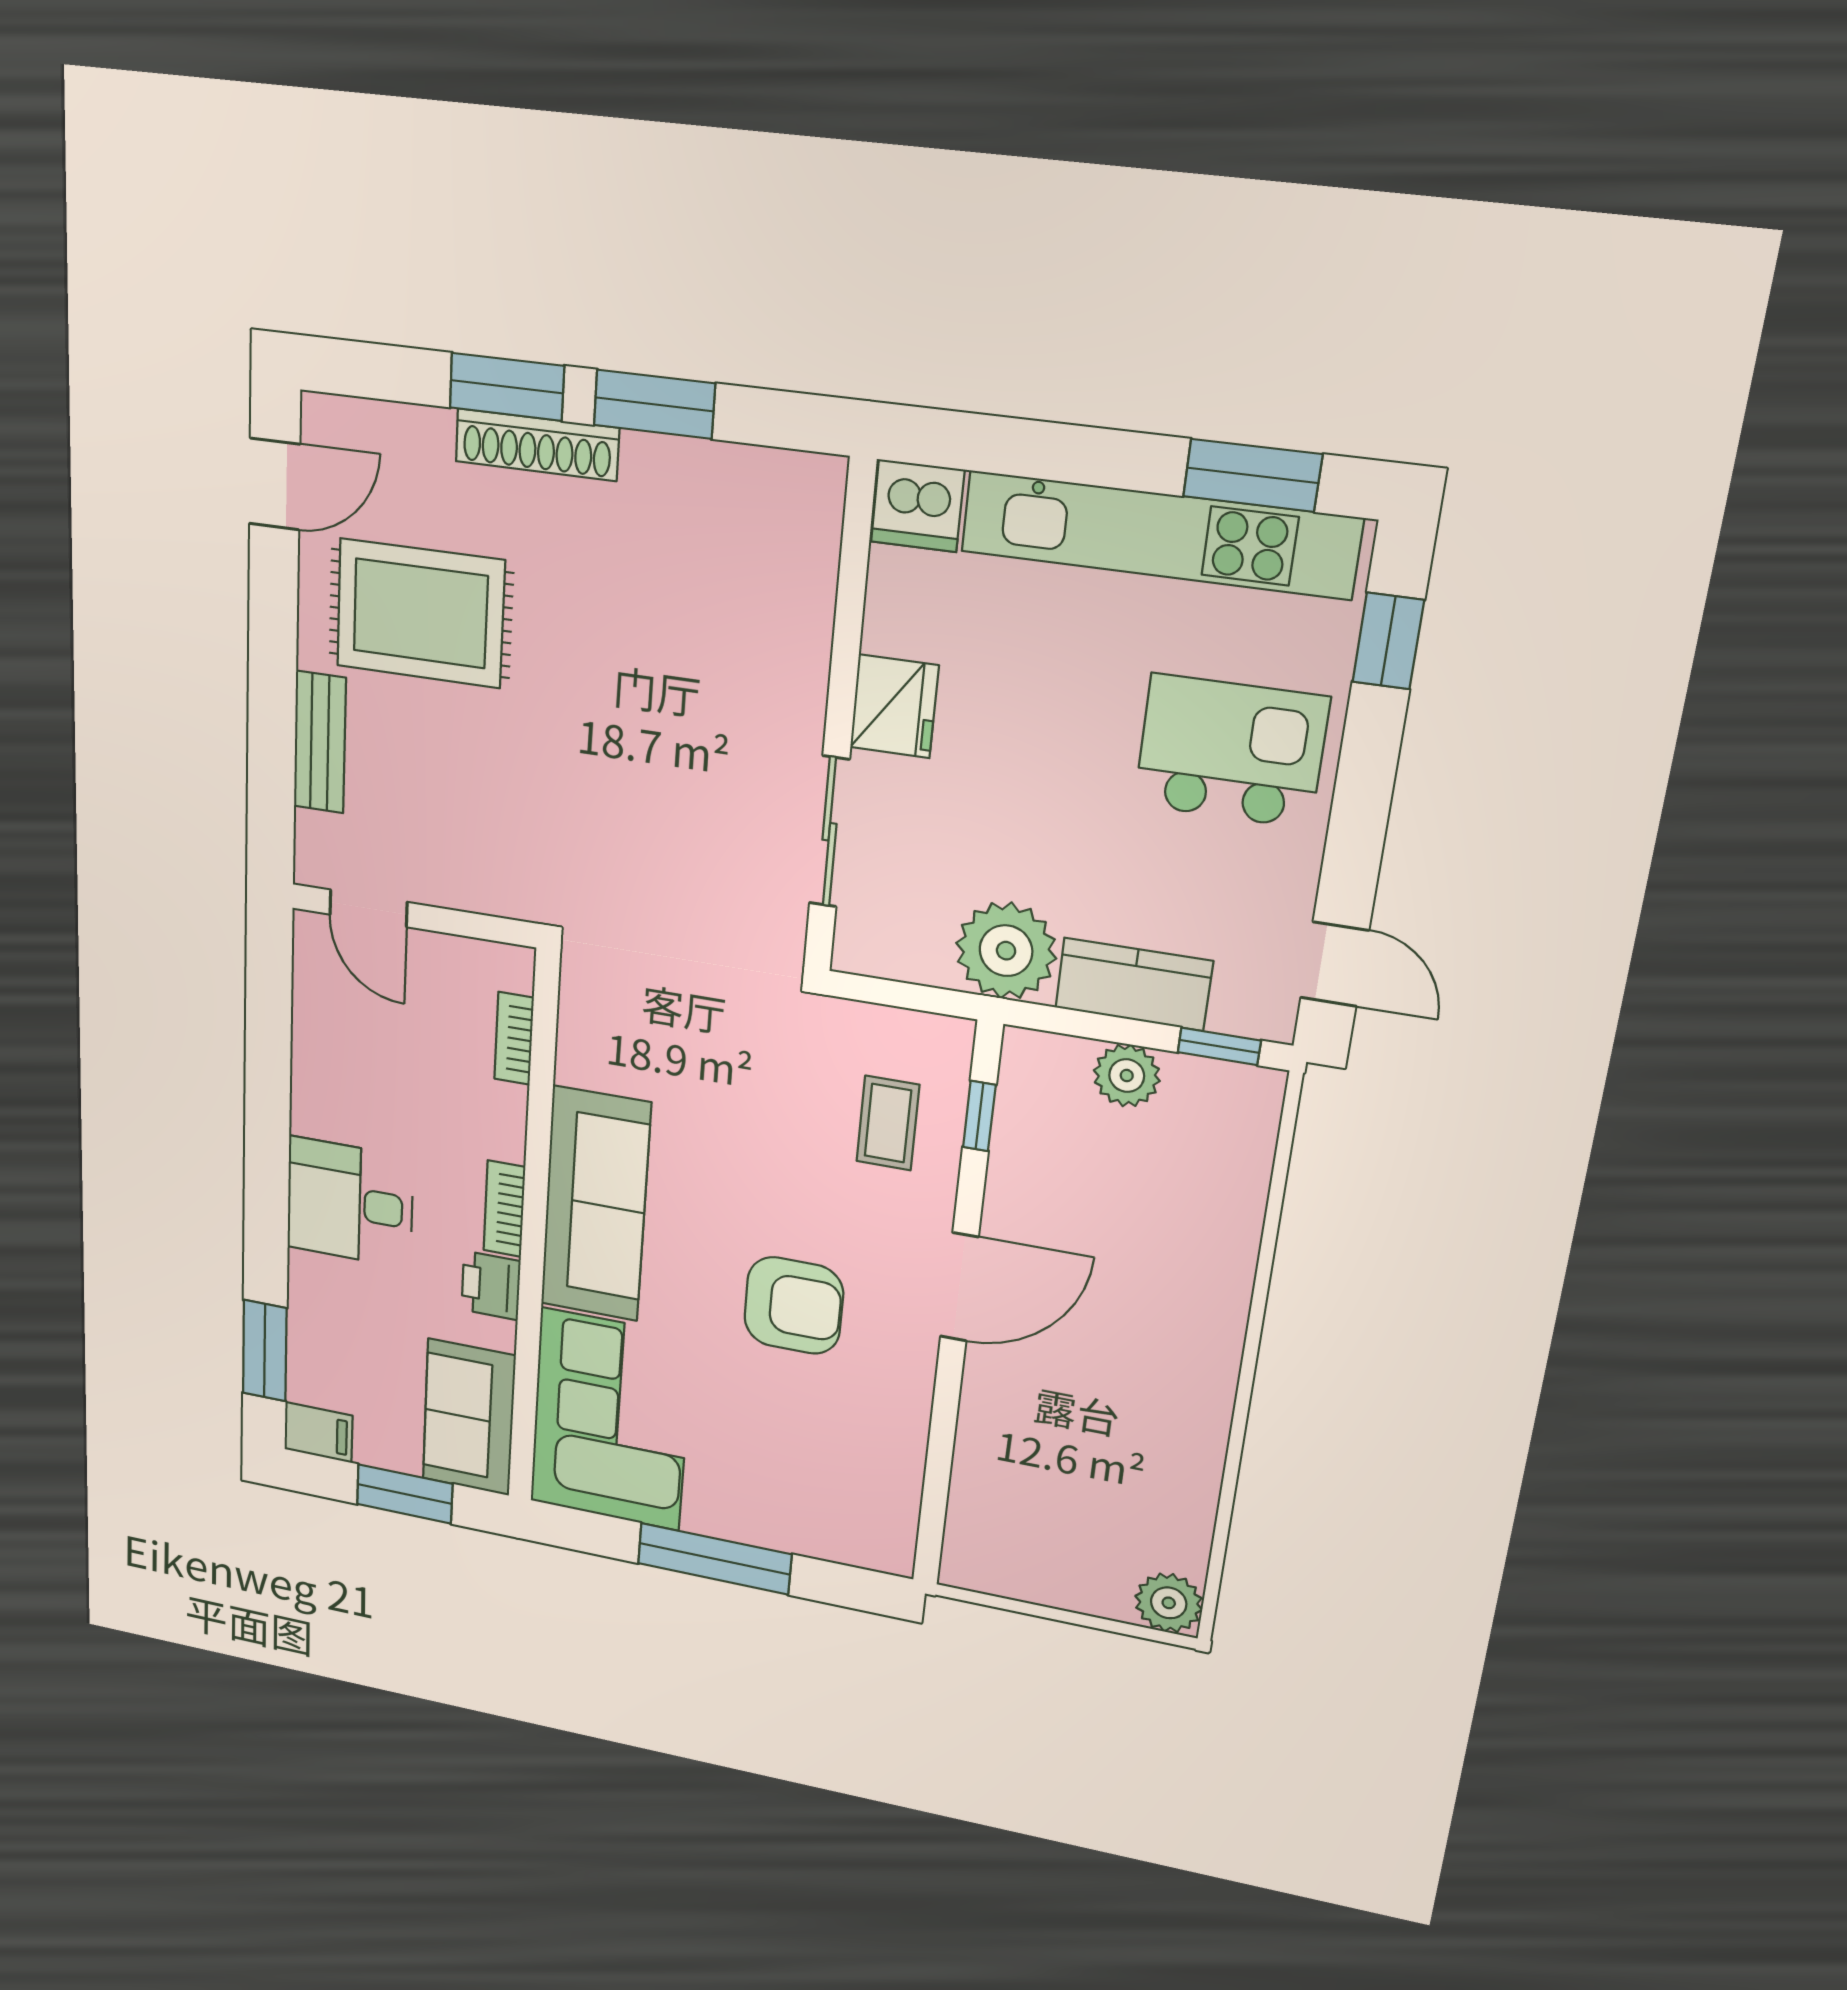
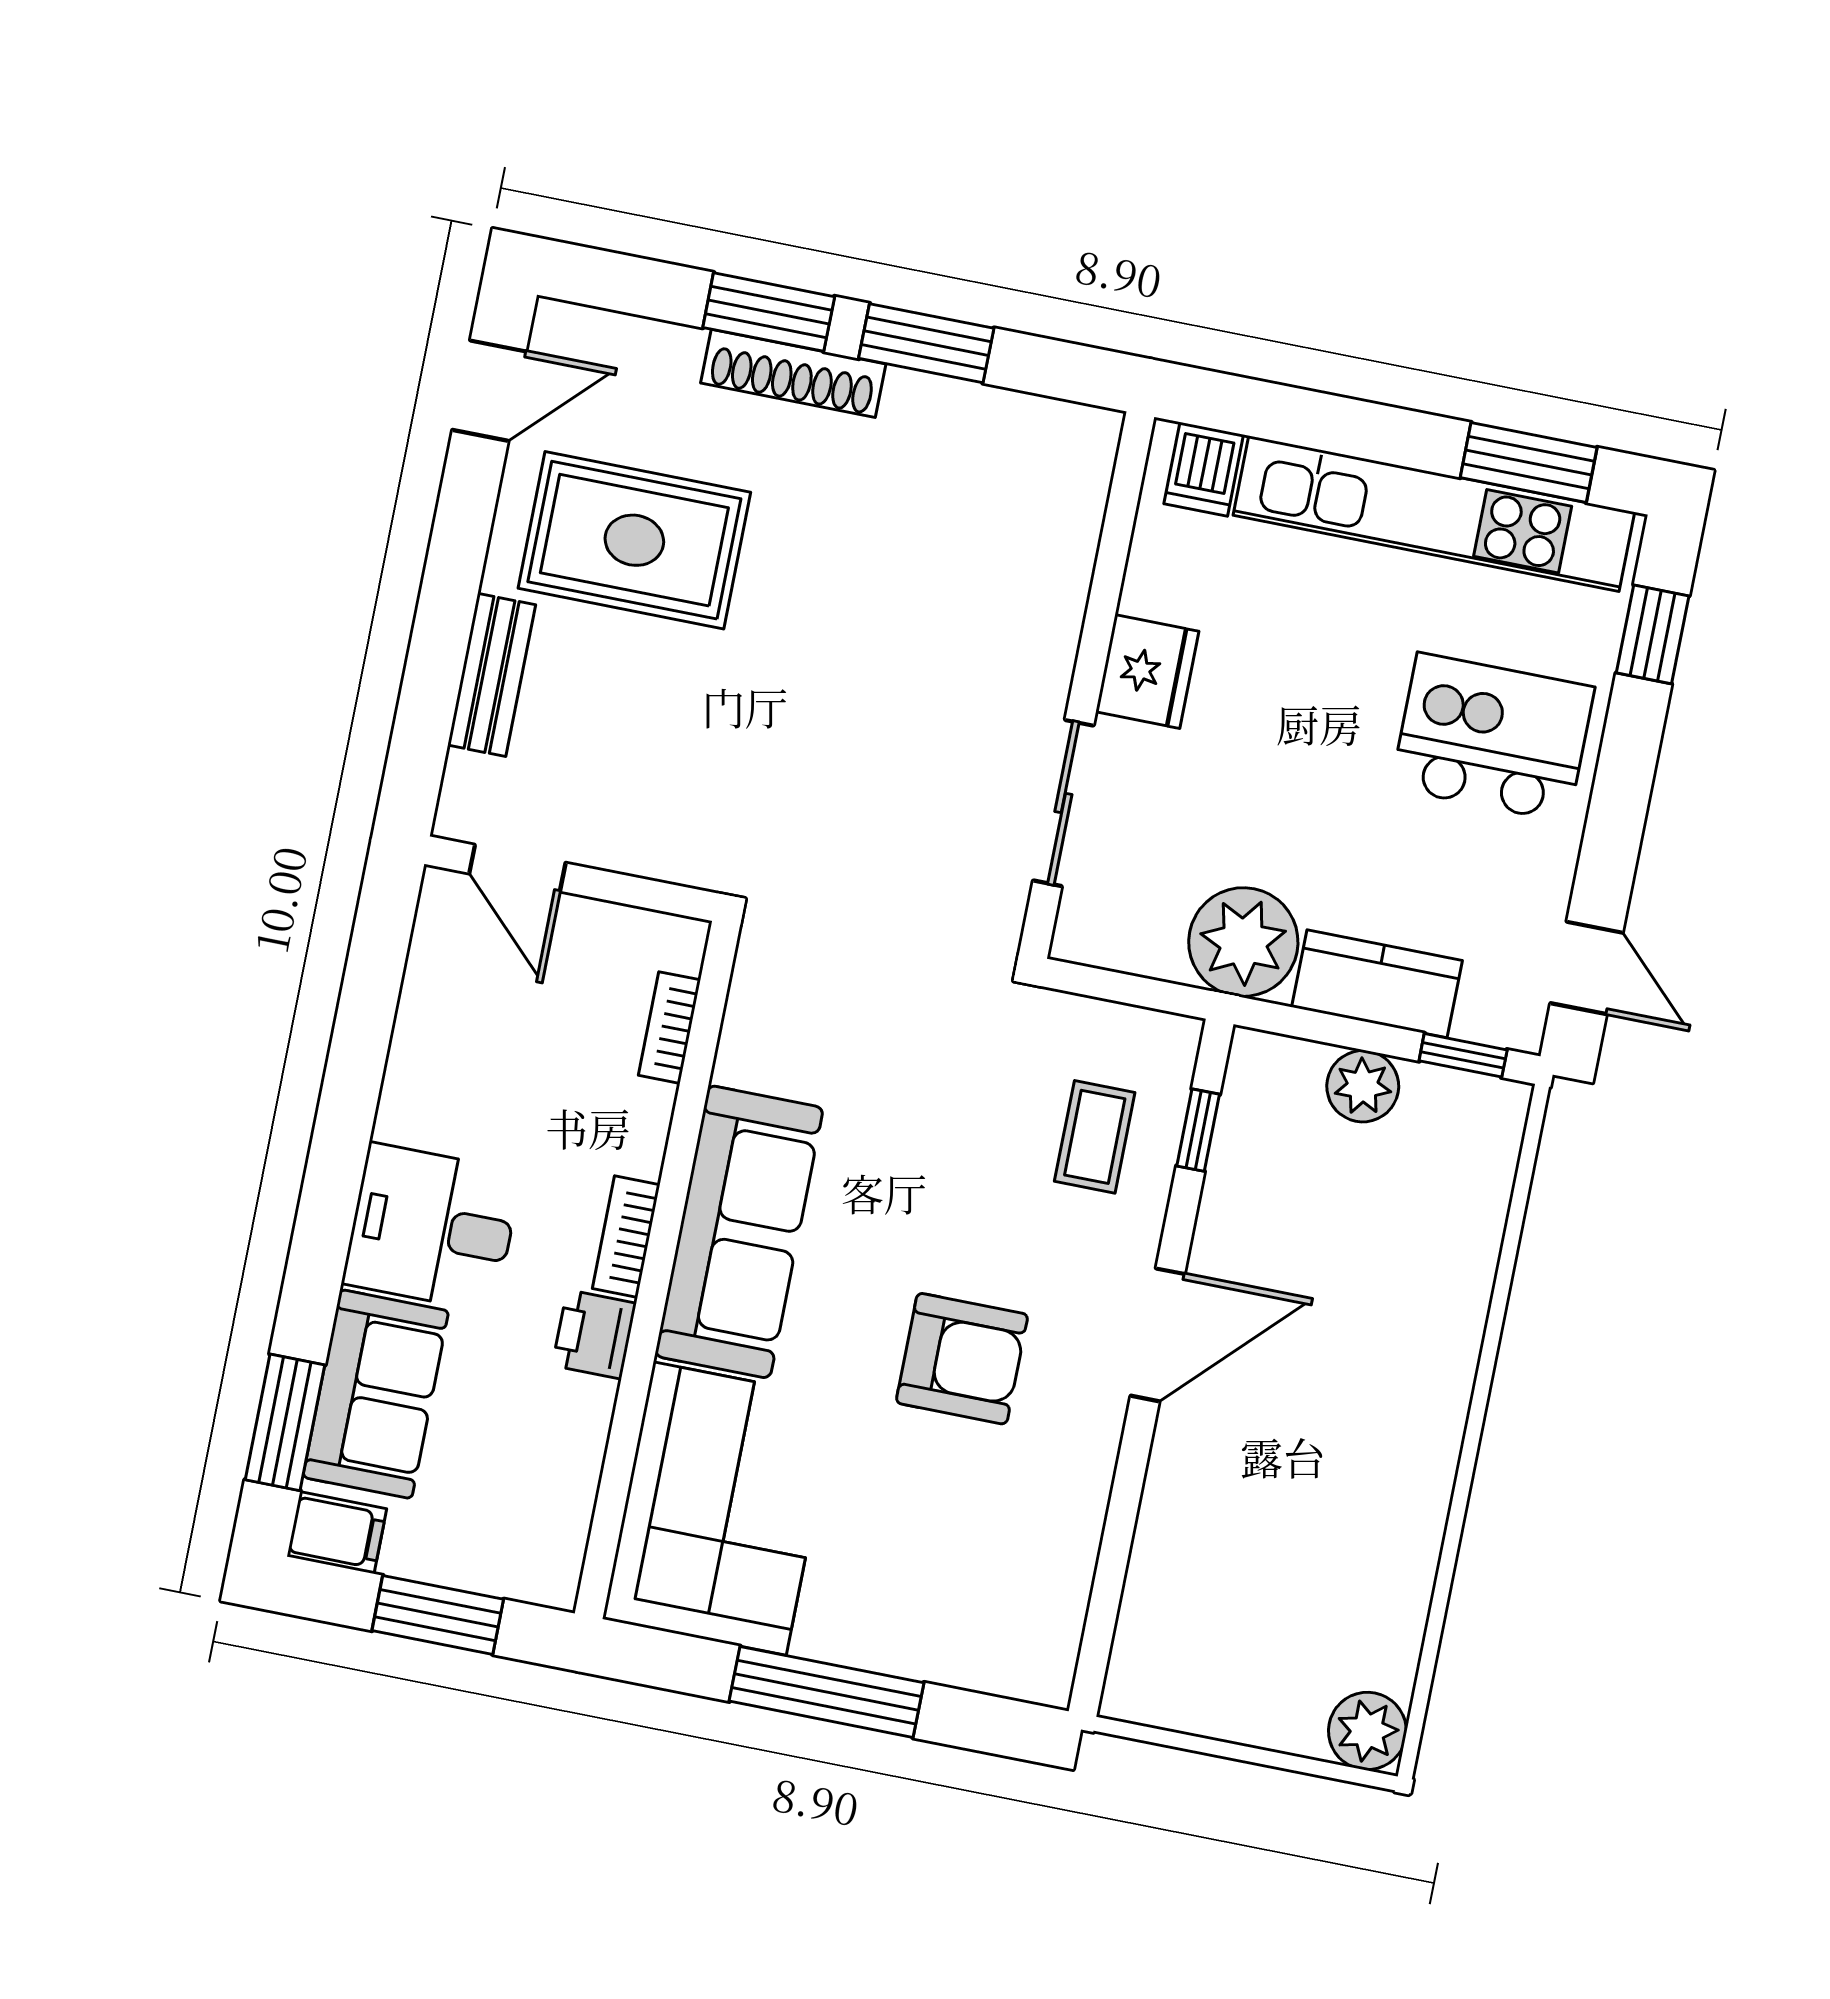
dishwasher: (918, 506) -> (1204, 469), width x0.73
sofa: (469, 1417) -> (376, 1394), moved, turned 180

